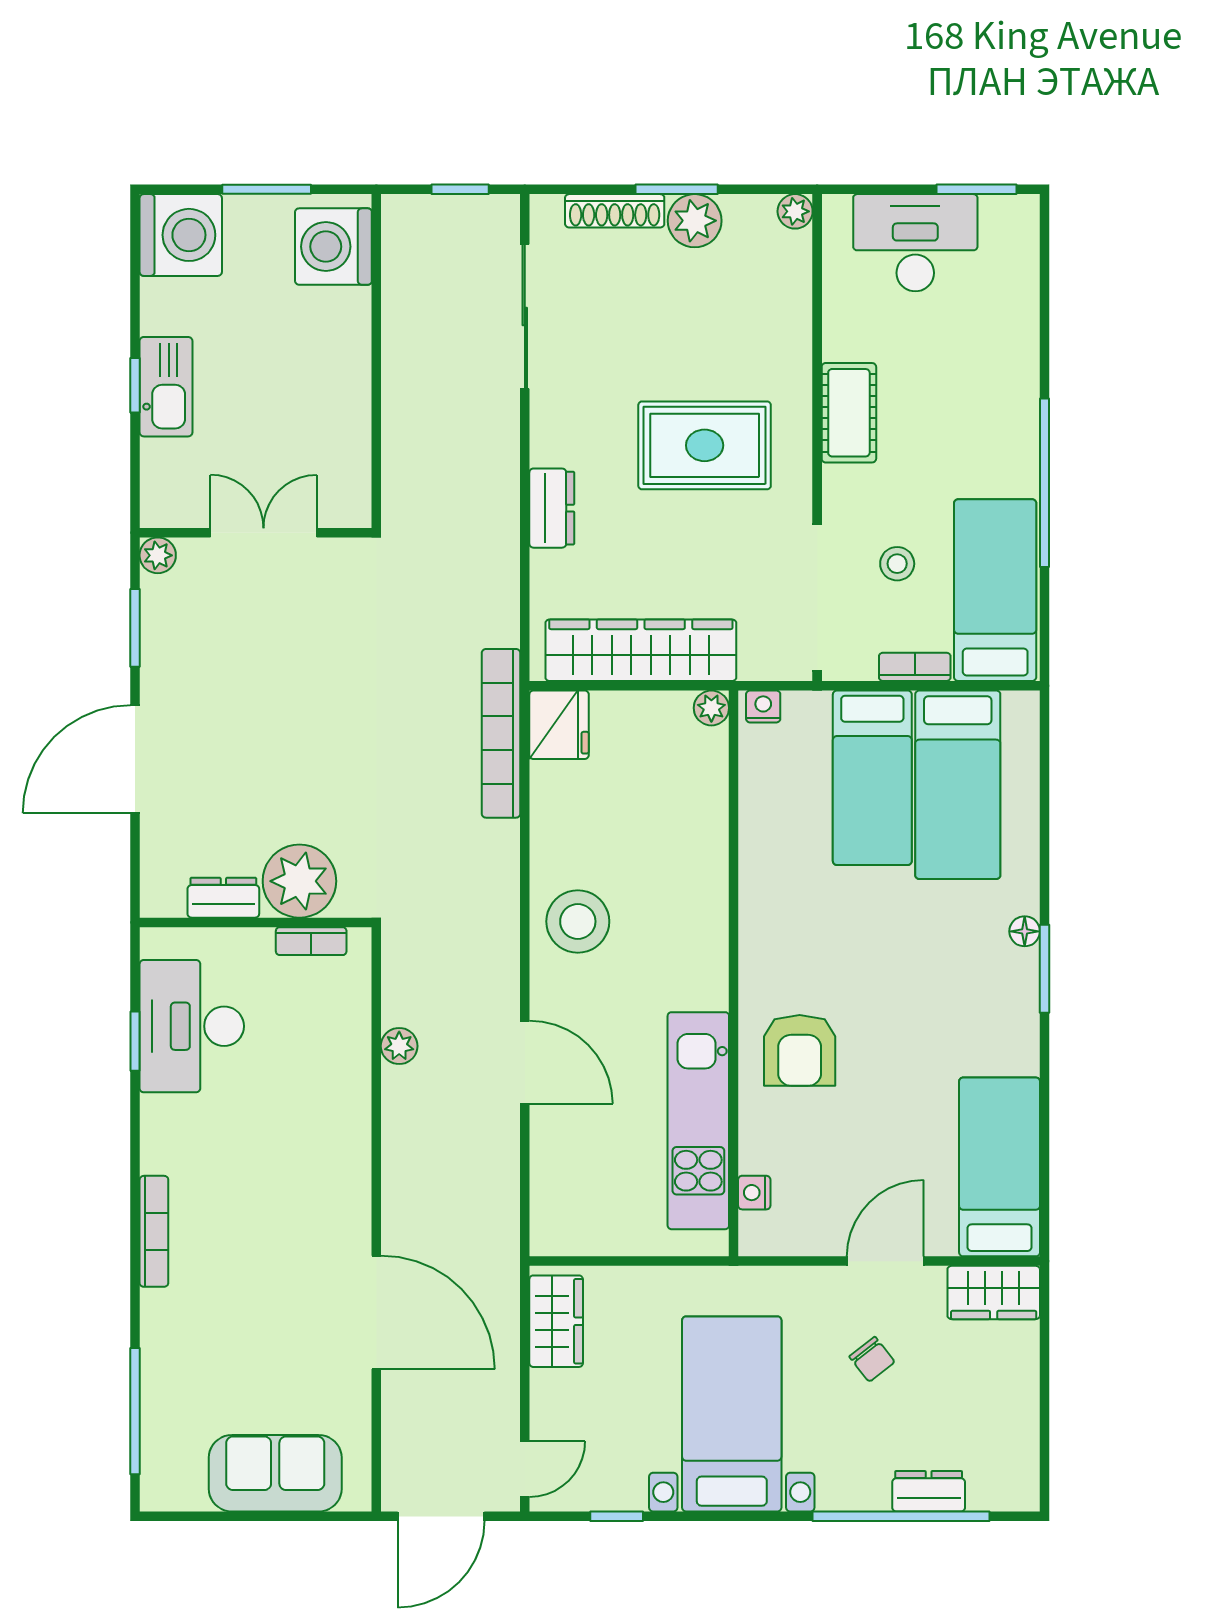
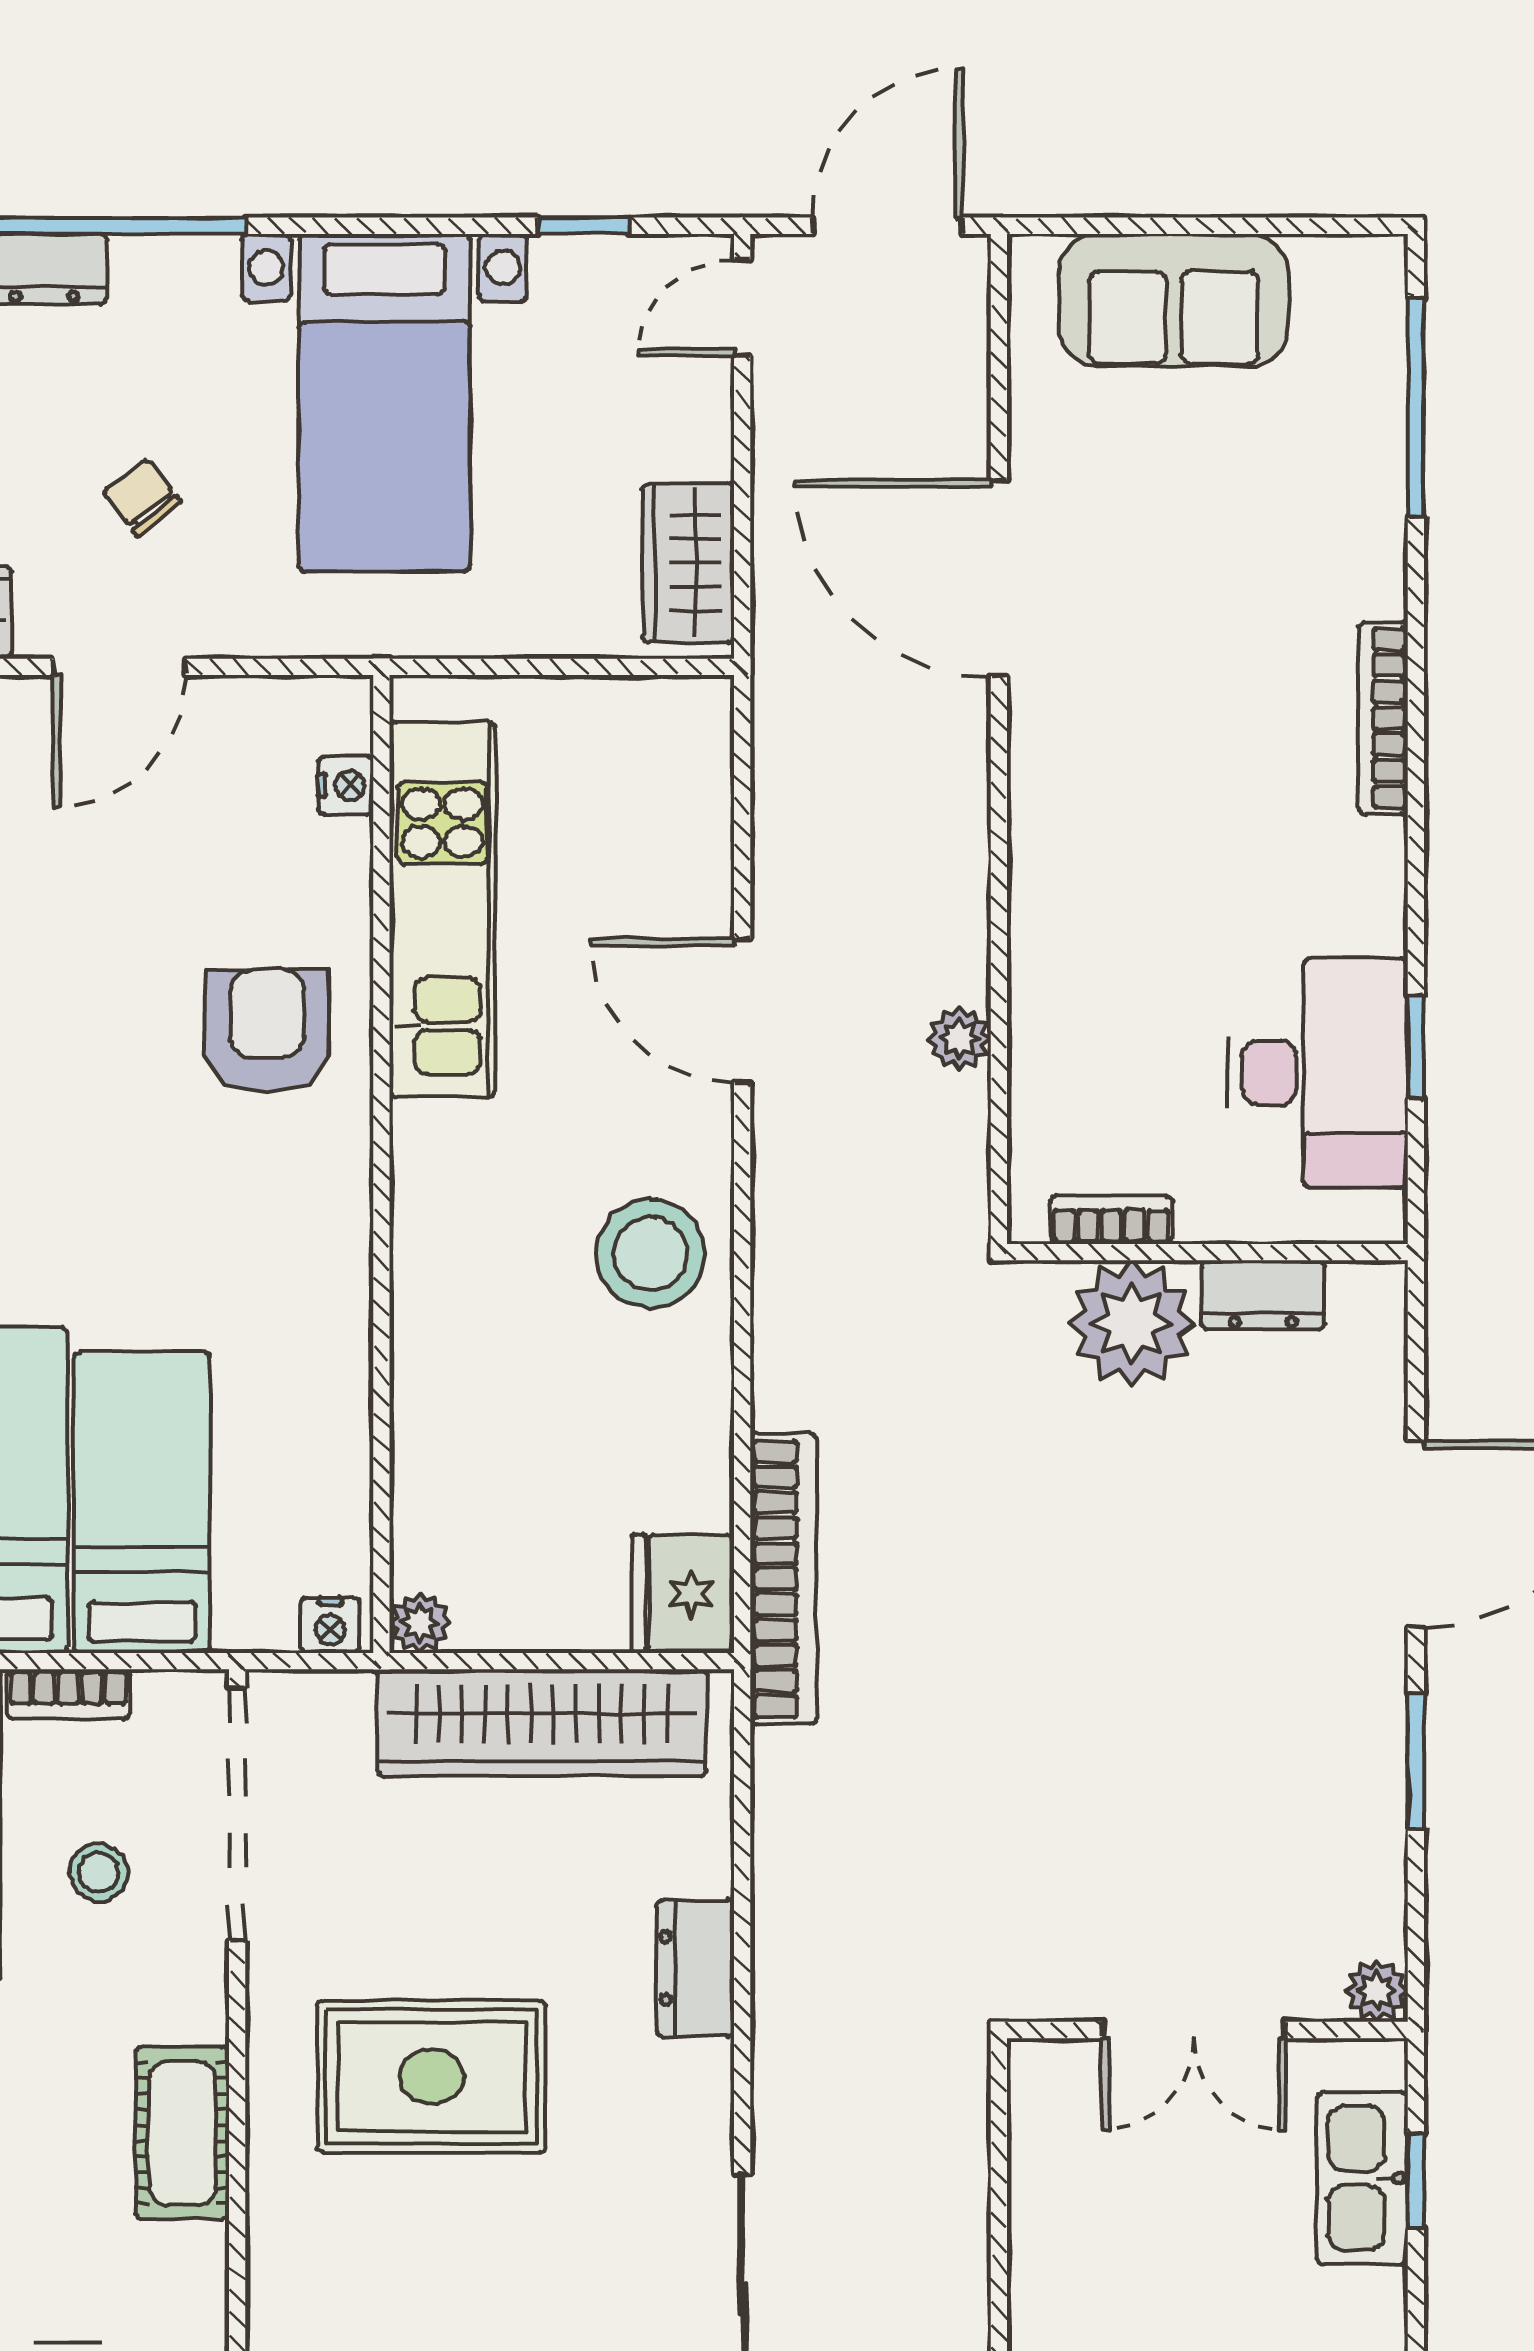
wall: (256, 533) -> (1207, 2030), moved
double door: (264, 533) -> (1194, 2030), moved
plant: (158, 555) -> (1377, 1991), moved

